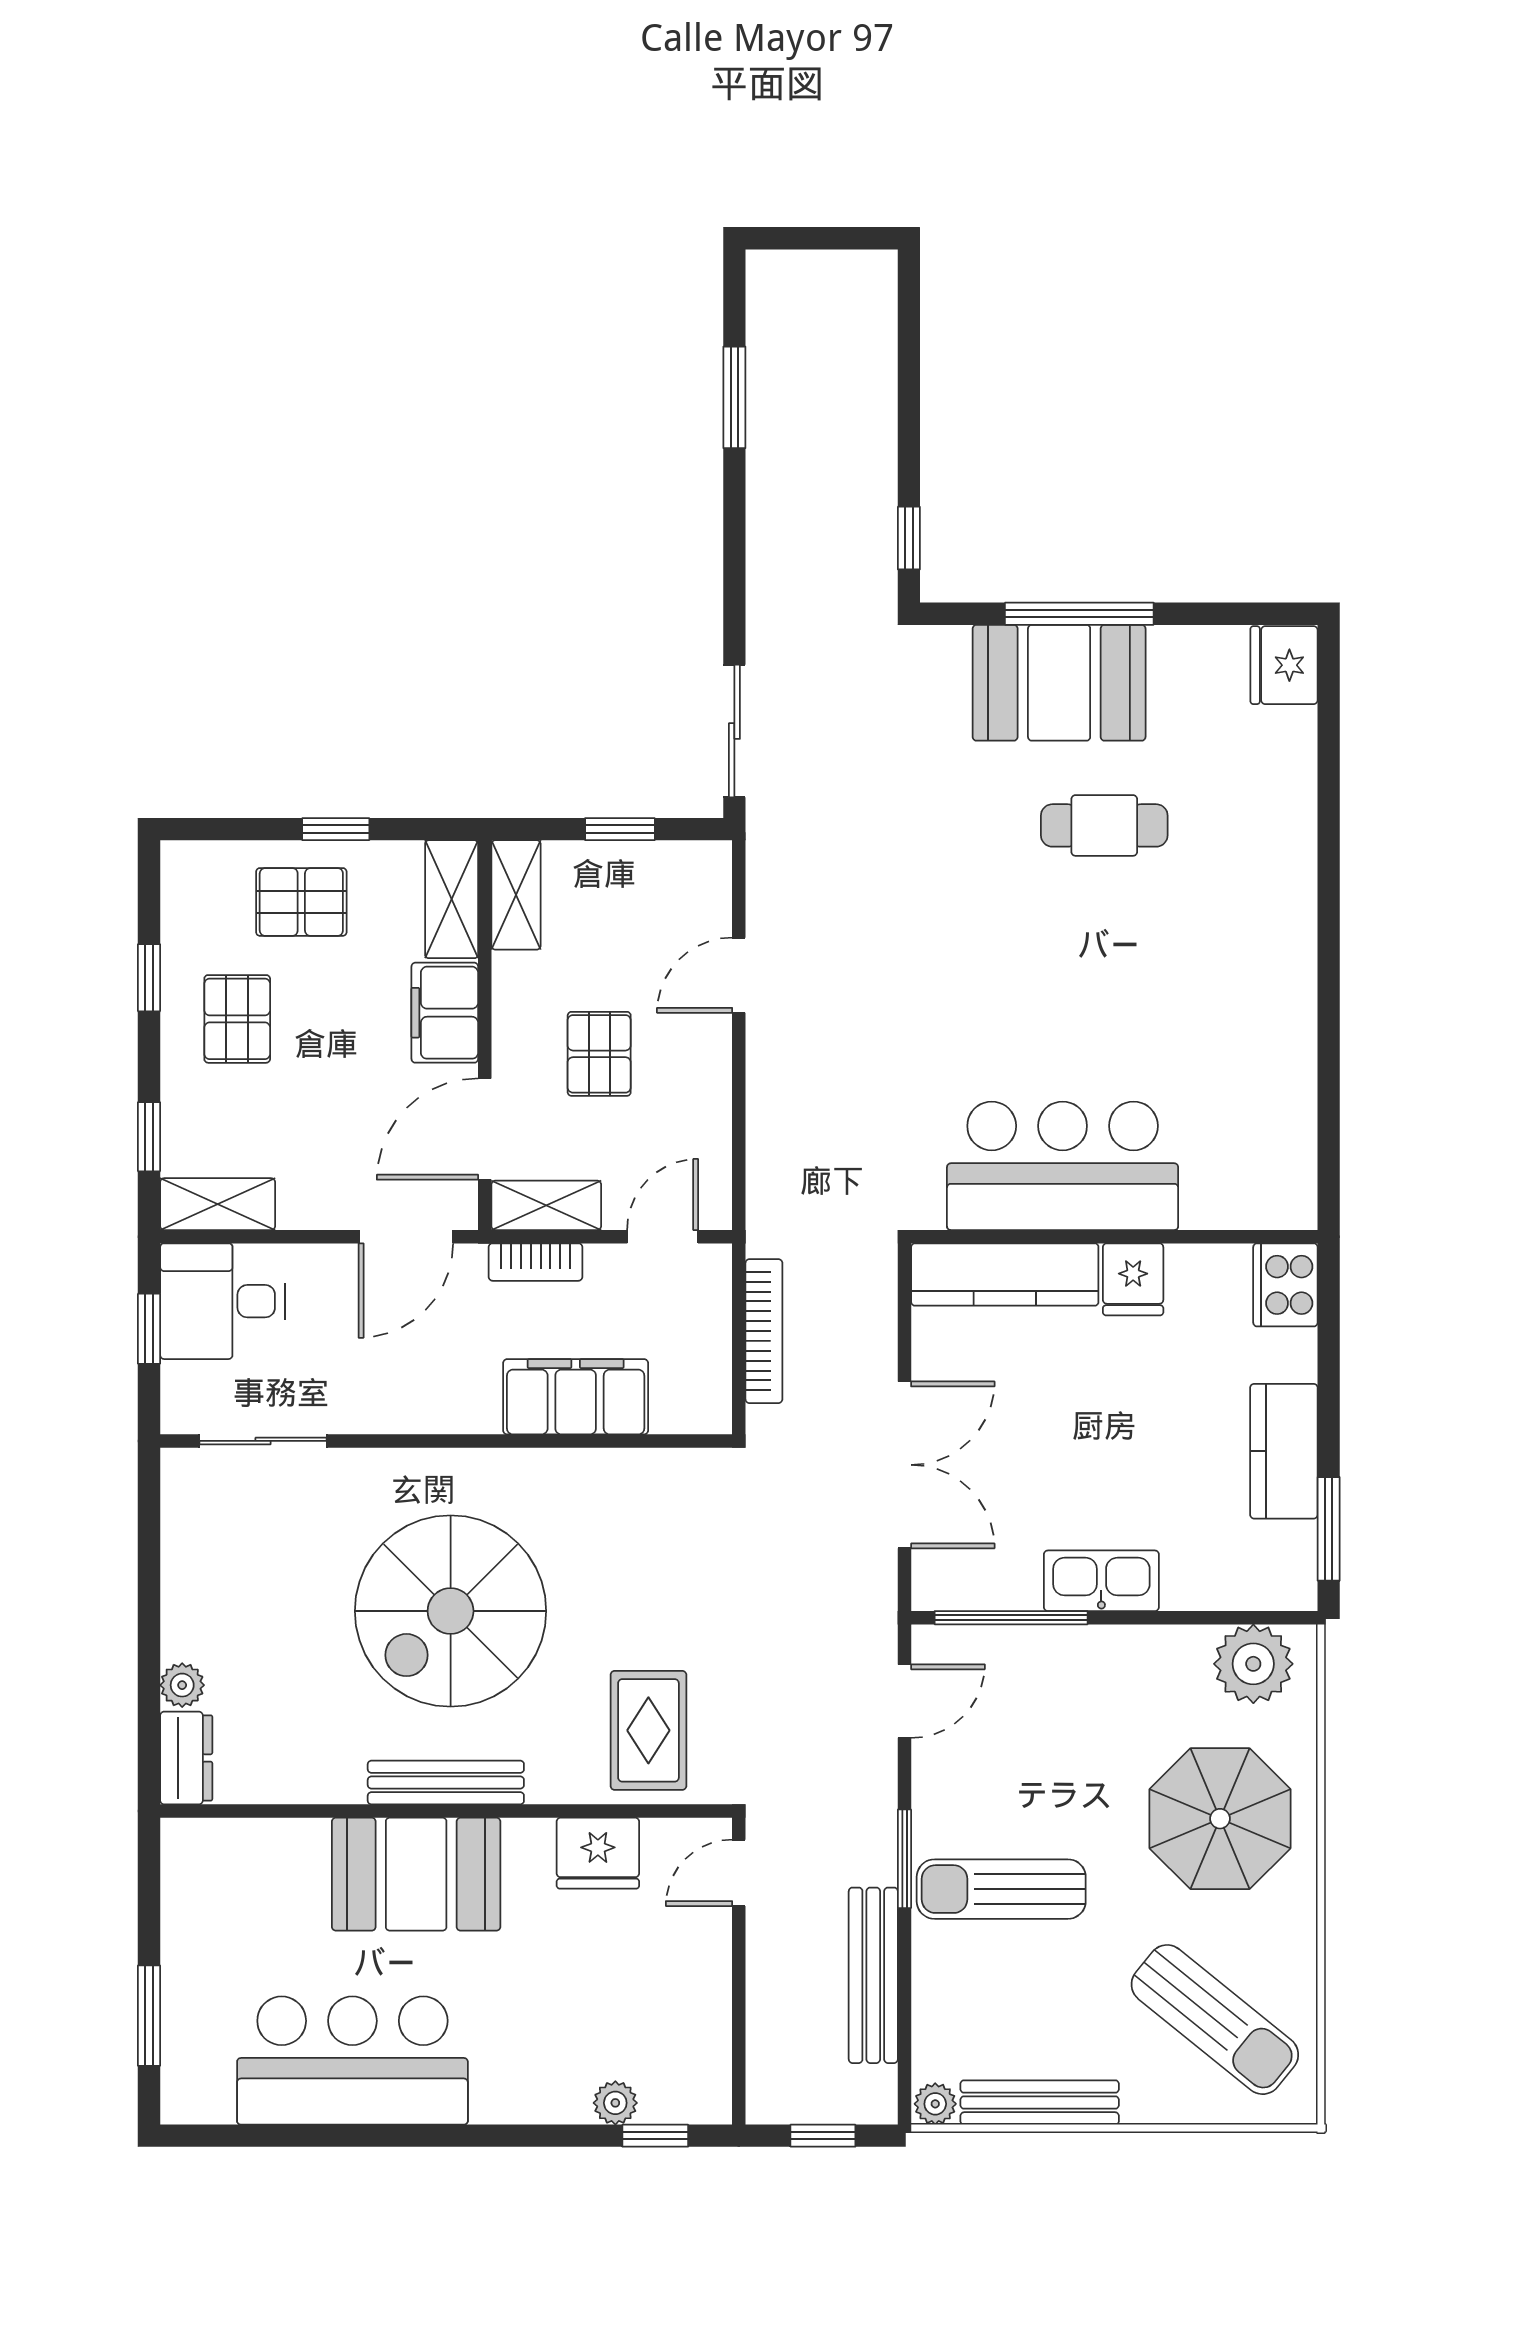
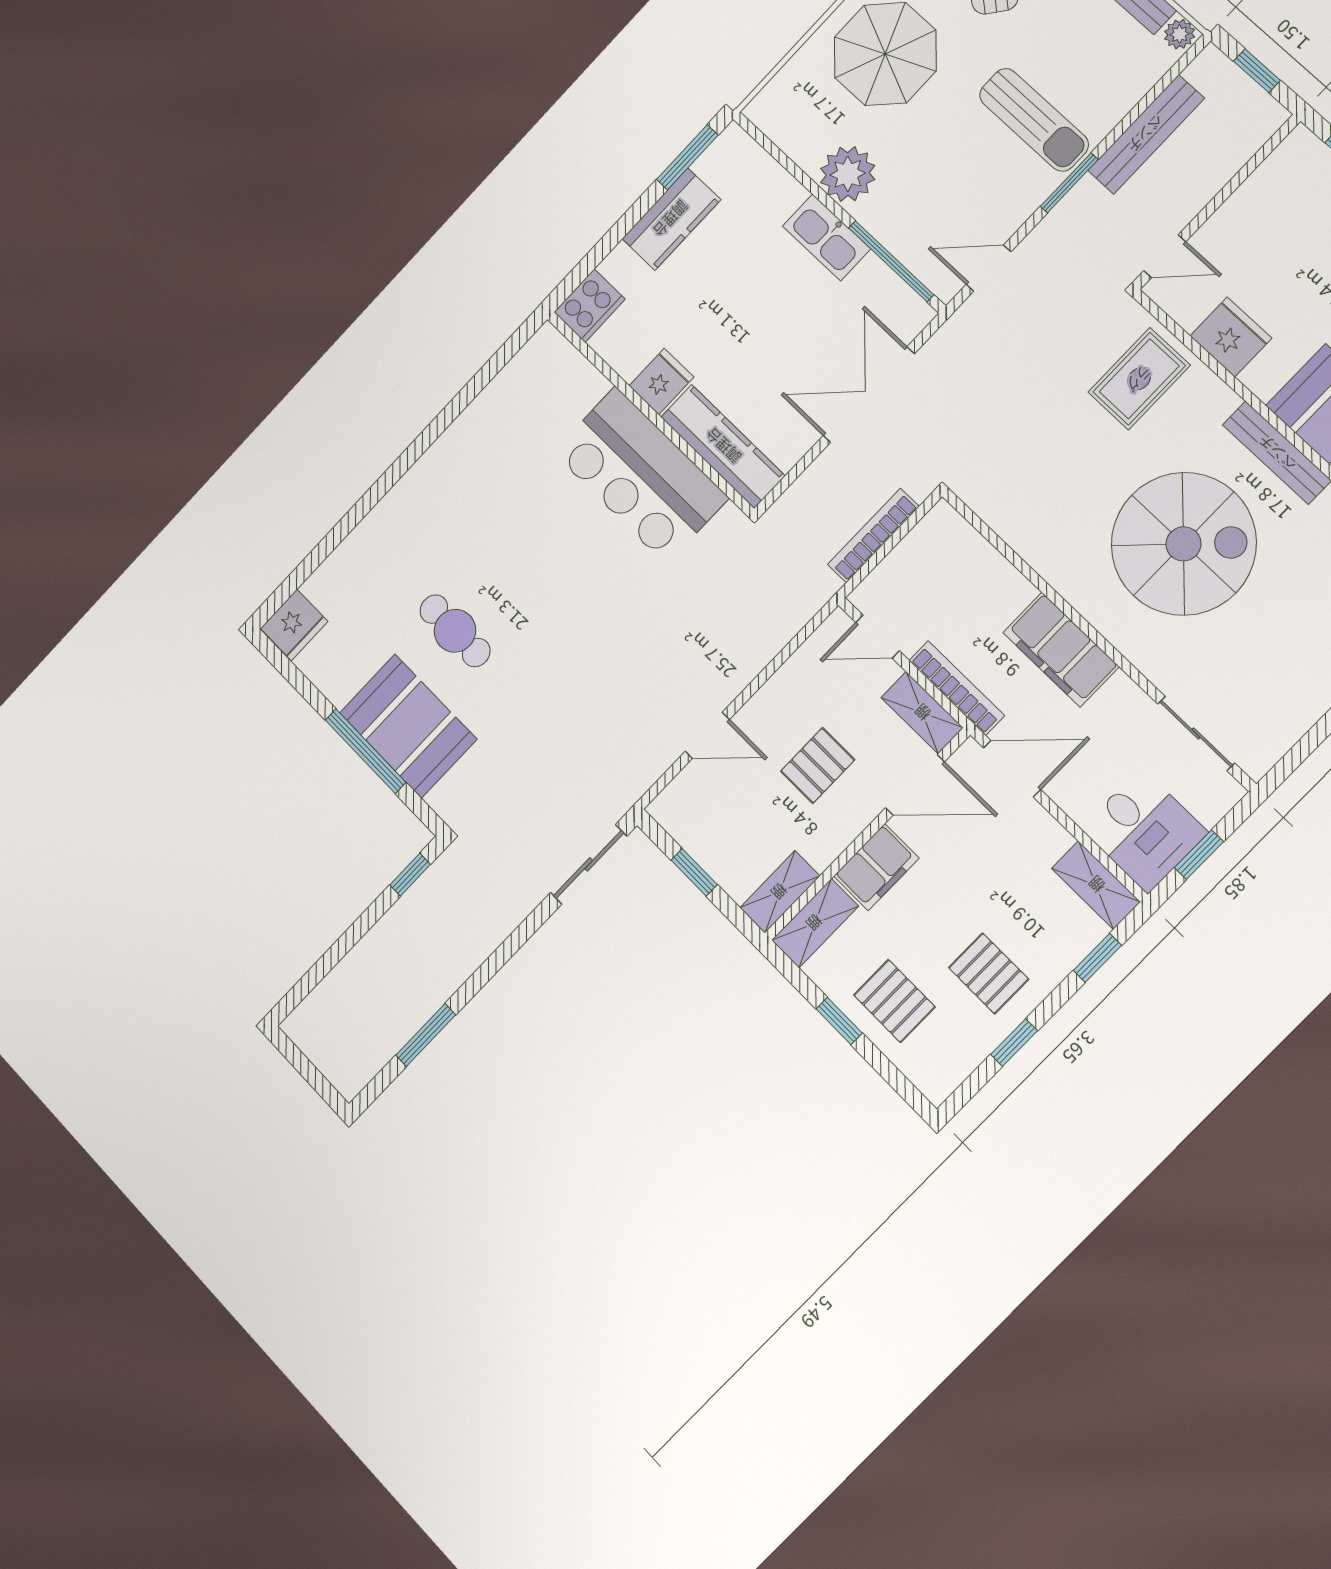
pallet: (237, 1019) -> (989, 973), turned 90
bookcase: (536, 1262) -> (957, 688), width x1.56
filing cabinet: (576, 1397) -> (1061, 650), moved
plant: (1253, 1664) -> (848, 174), moved

